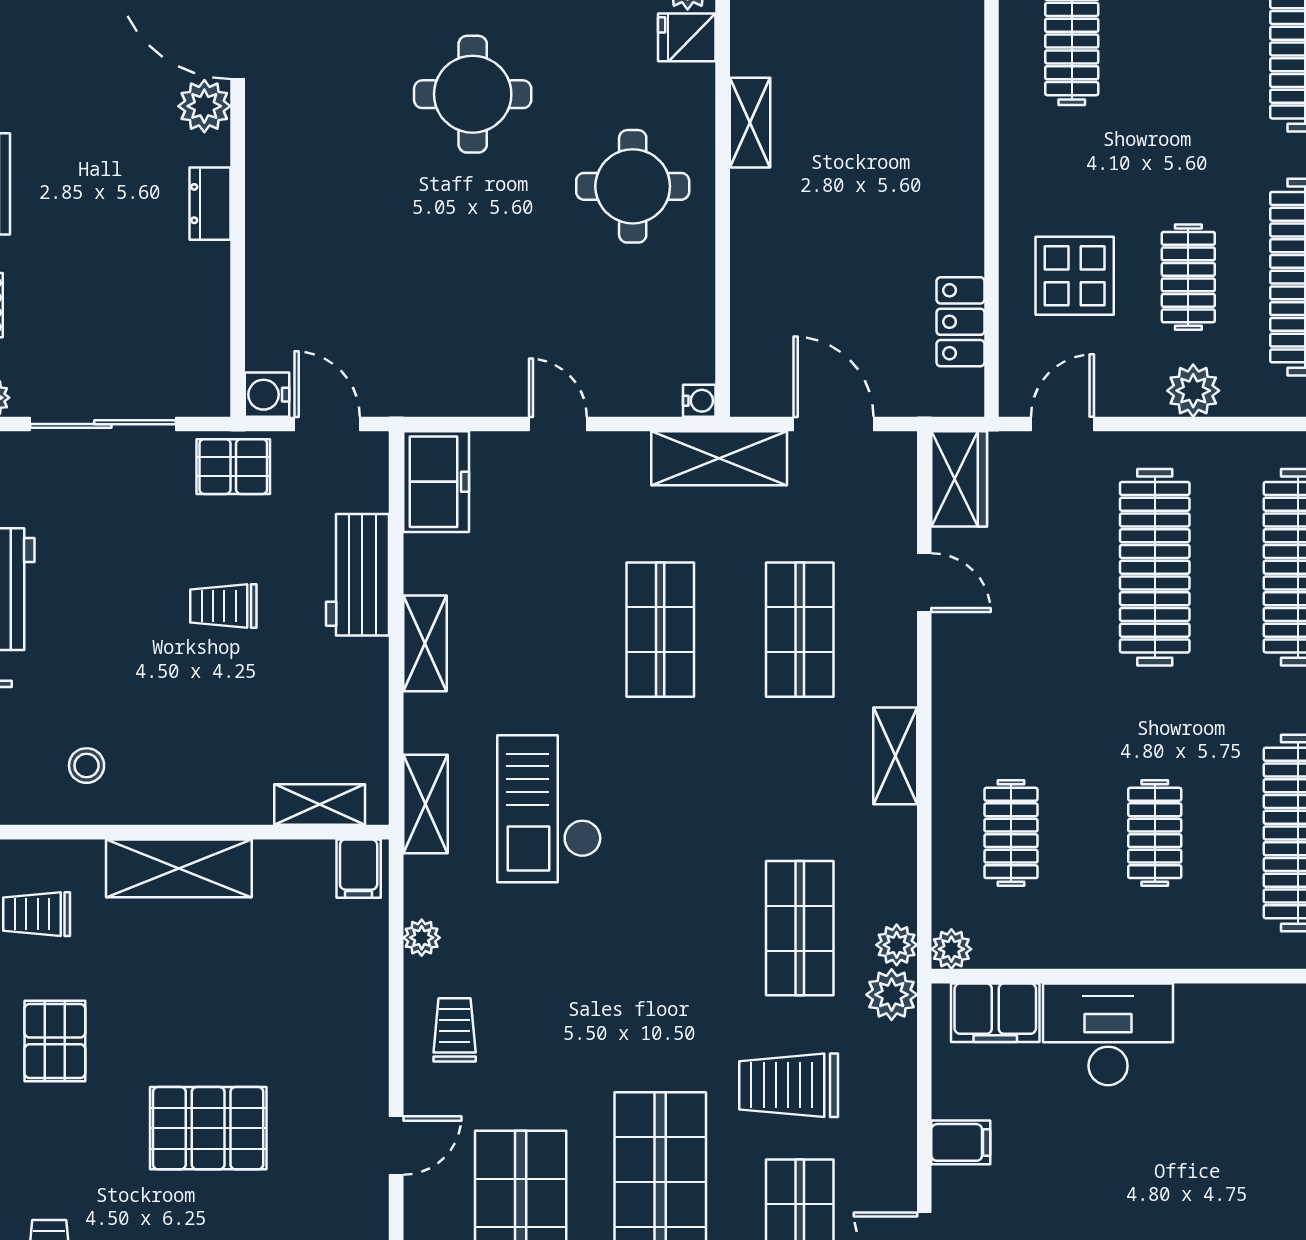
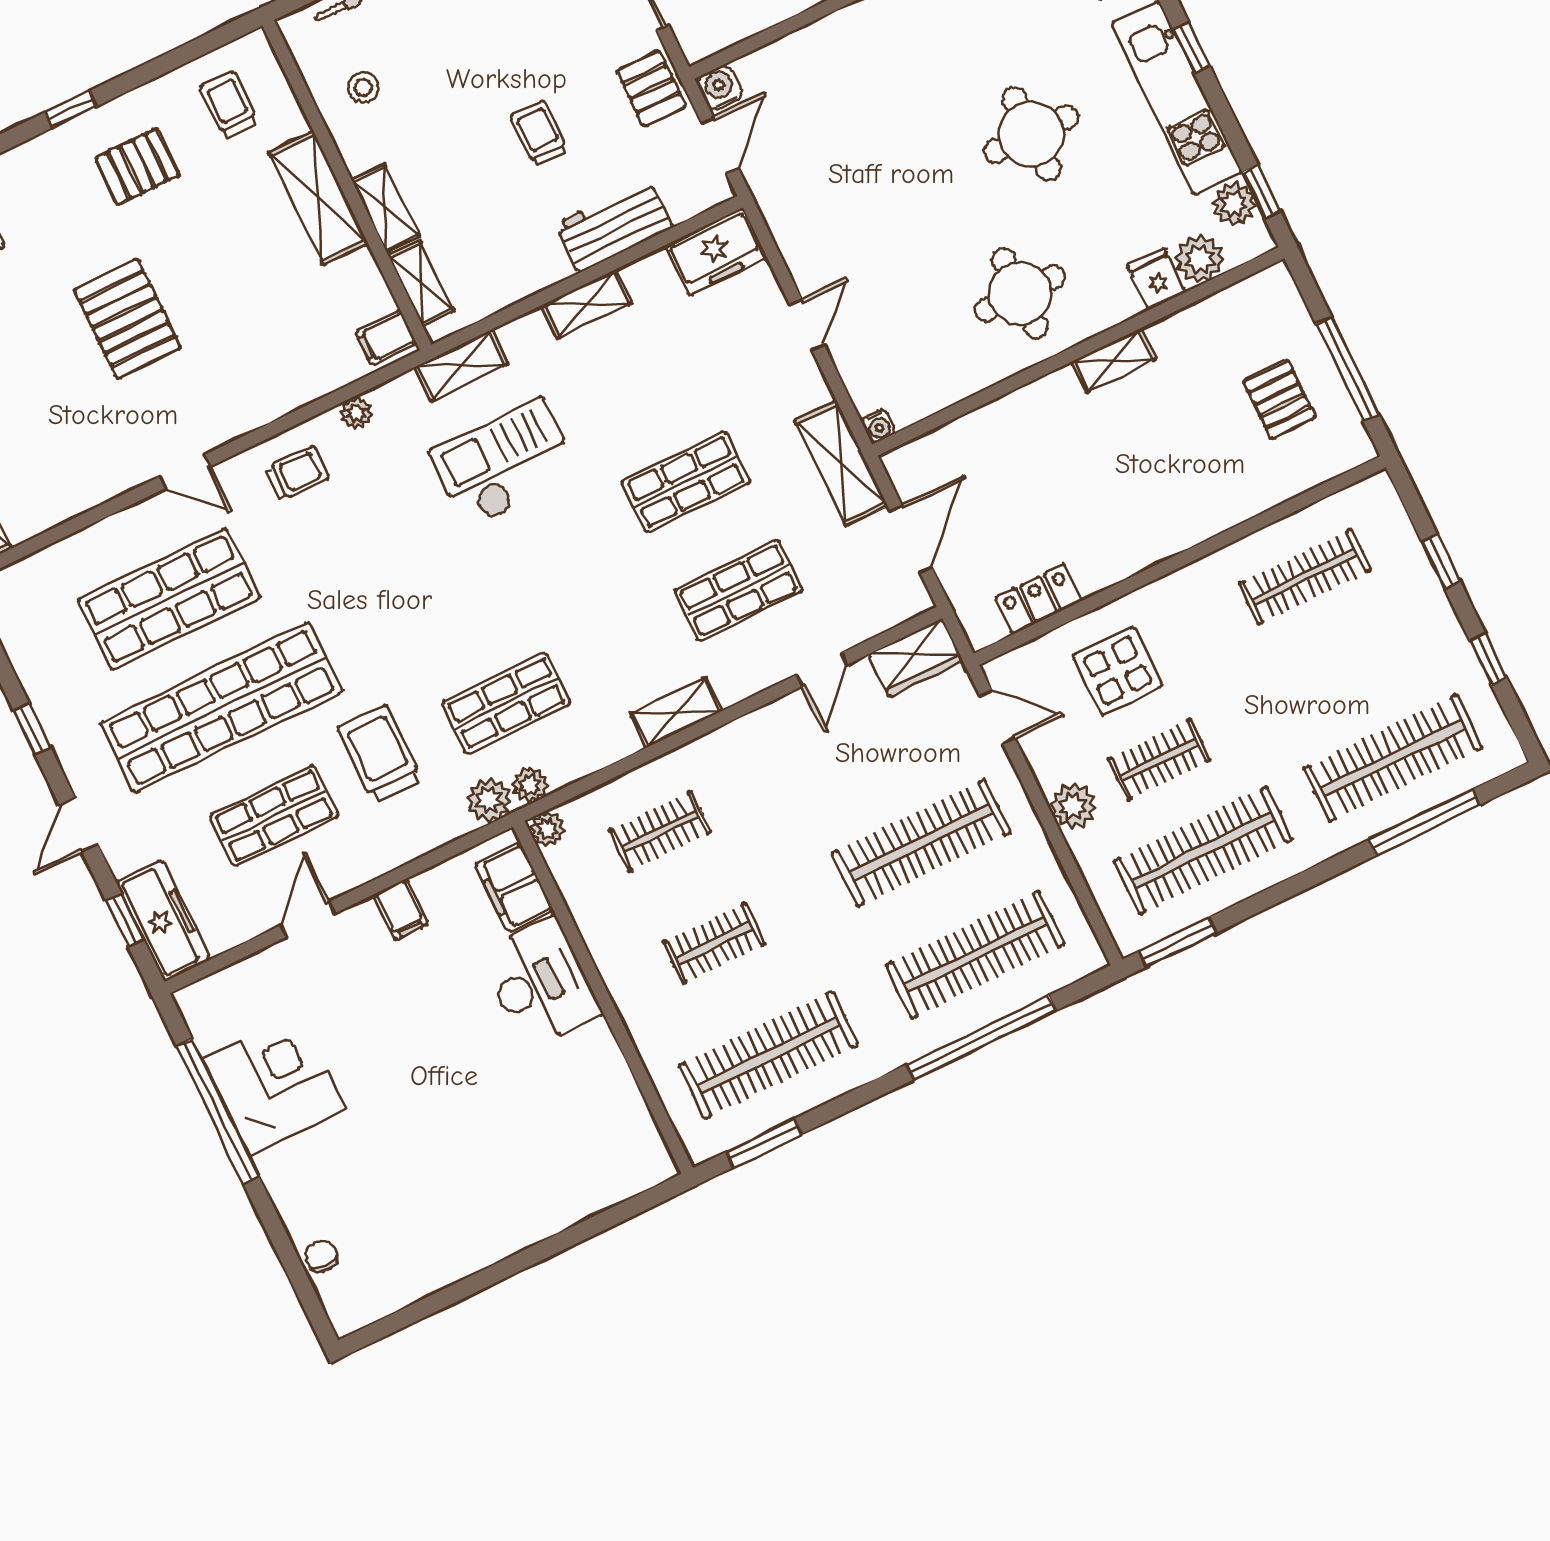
shelving: (223, 804) -> (385, 208), added

